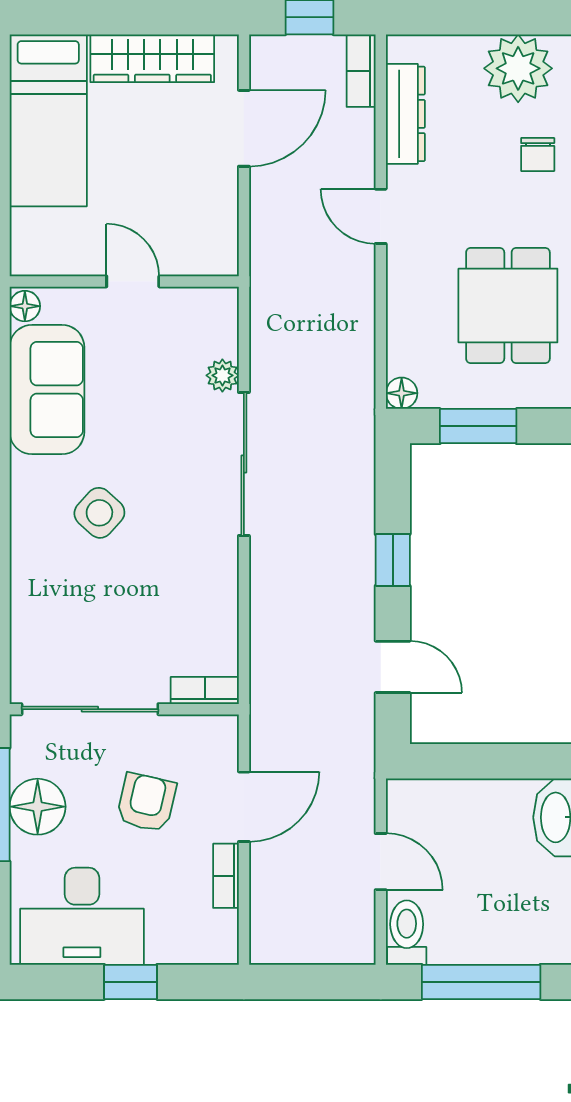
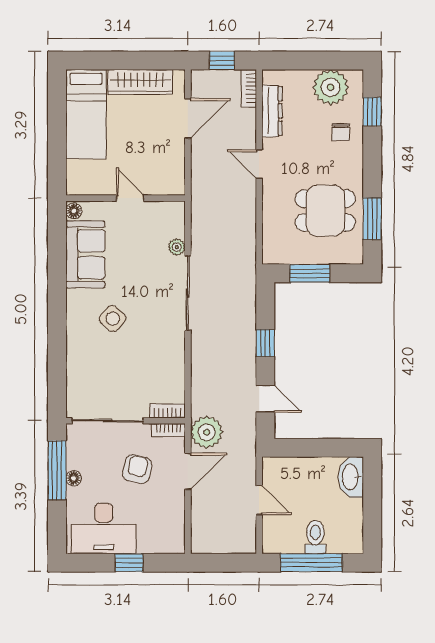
dining table: (508, 306) -> (325, 211), turned 90
floor lamp: (402, 393) -> (270, 256), removed
plant: (280, 731) -> (207, 432), added
floor lamp: (38, 807) -> (74, 478), width x0.53, depth x0.53
bookcase: (226, 876) -> (168, 430), moved, turned -90
toilet: (407, 933) -> (315, 537), moved

